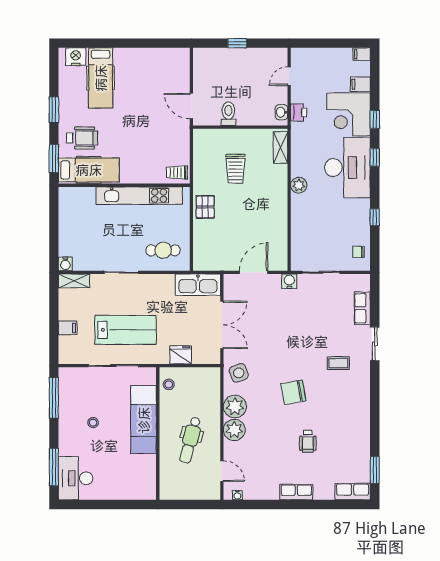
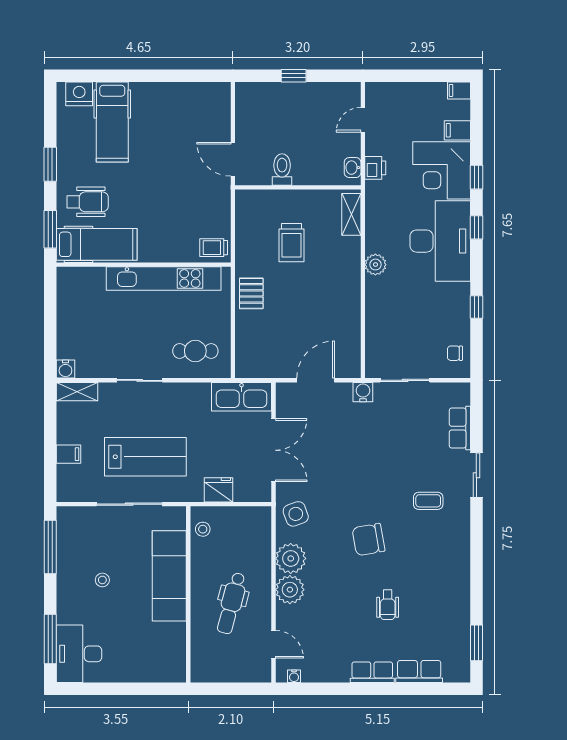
row of seats: (353, 492) -> (419, 672), moved

